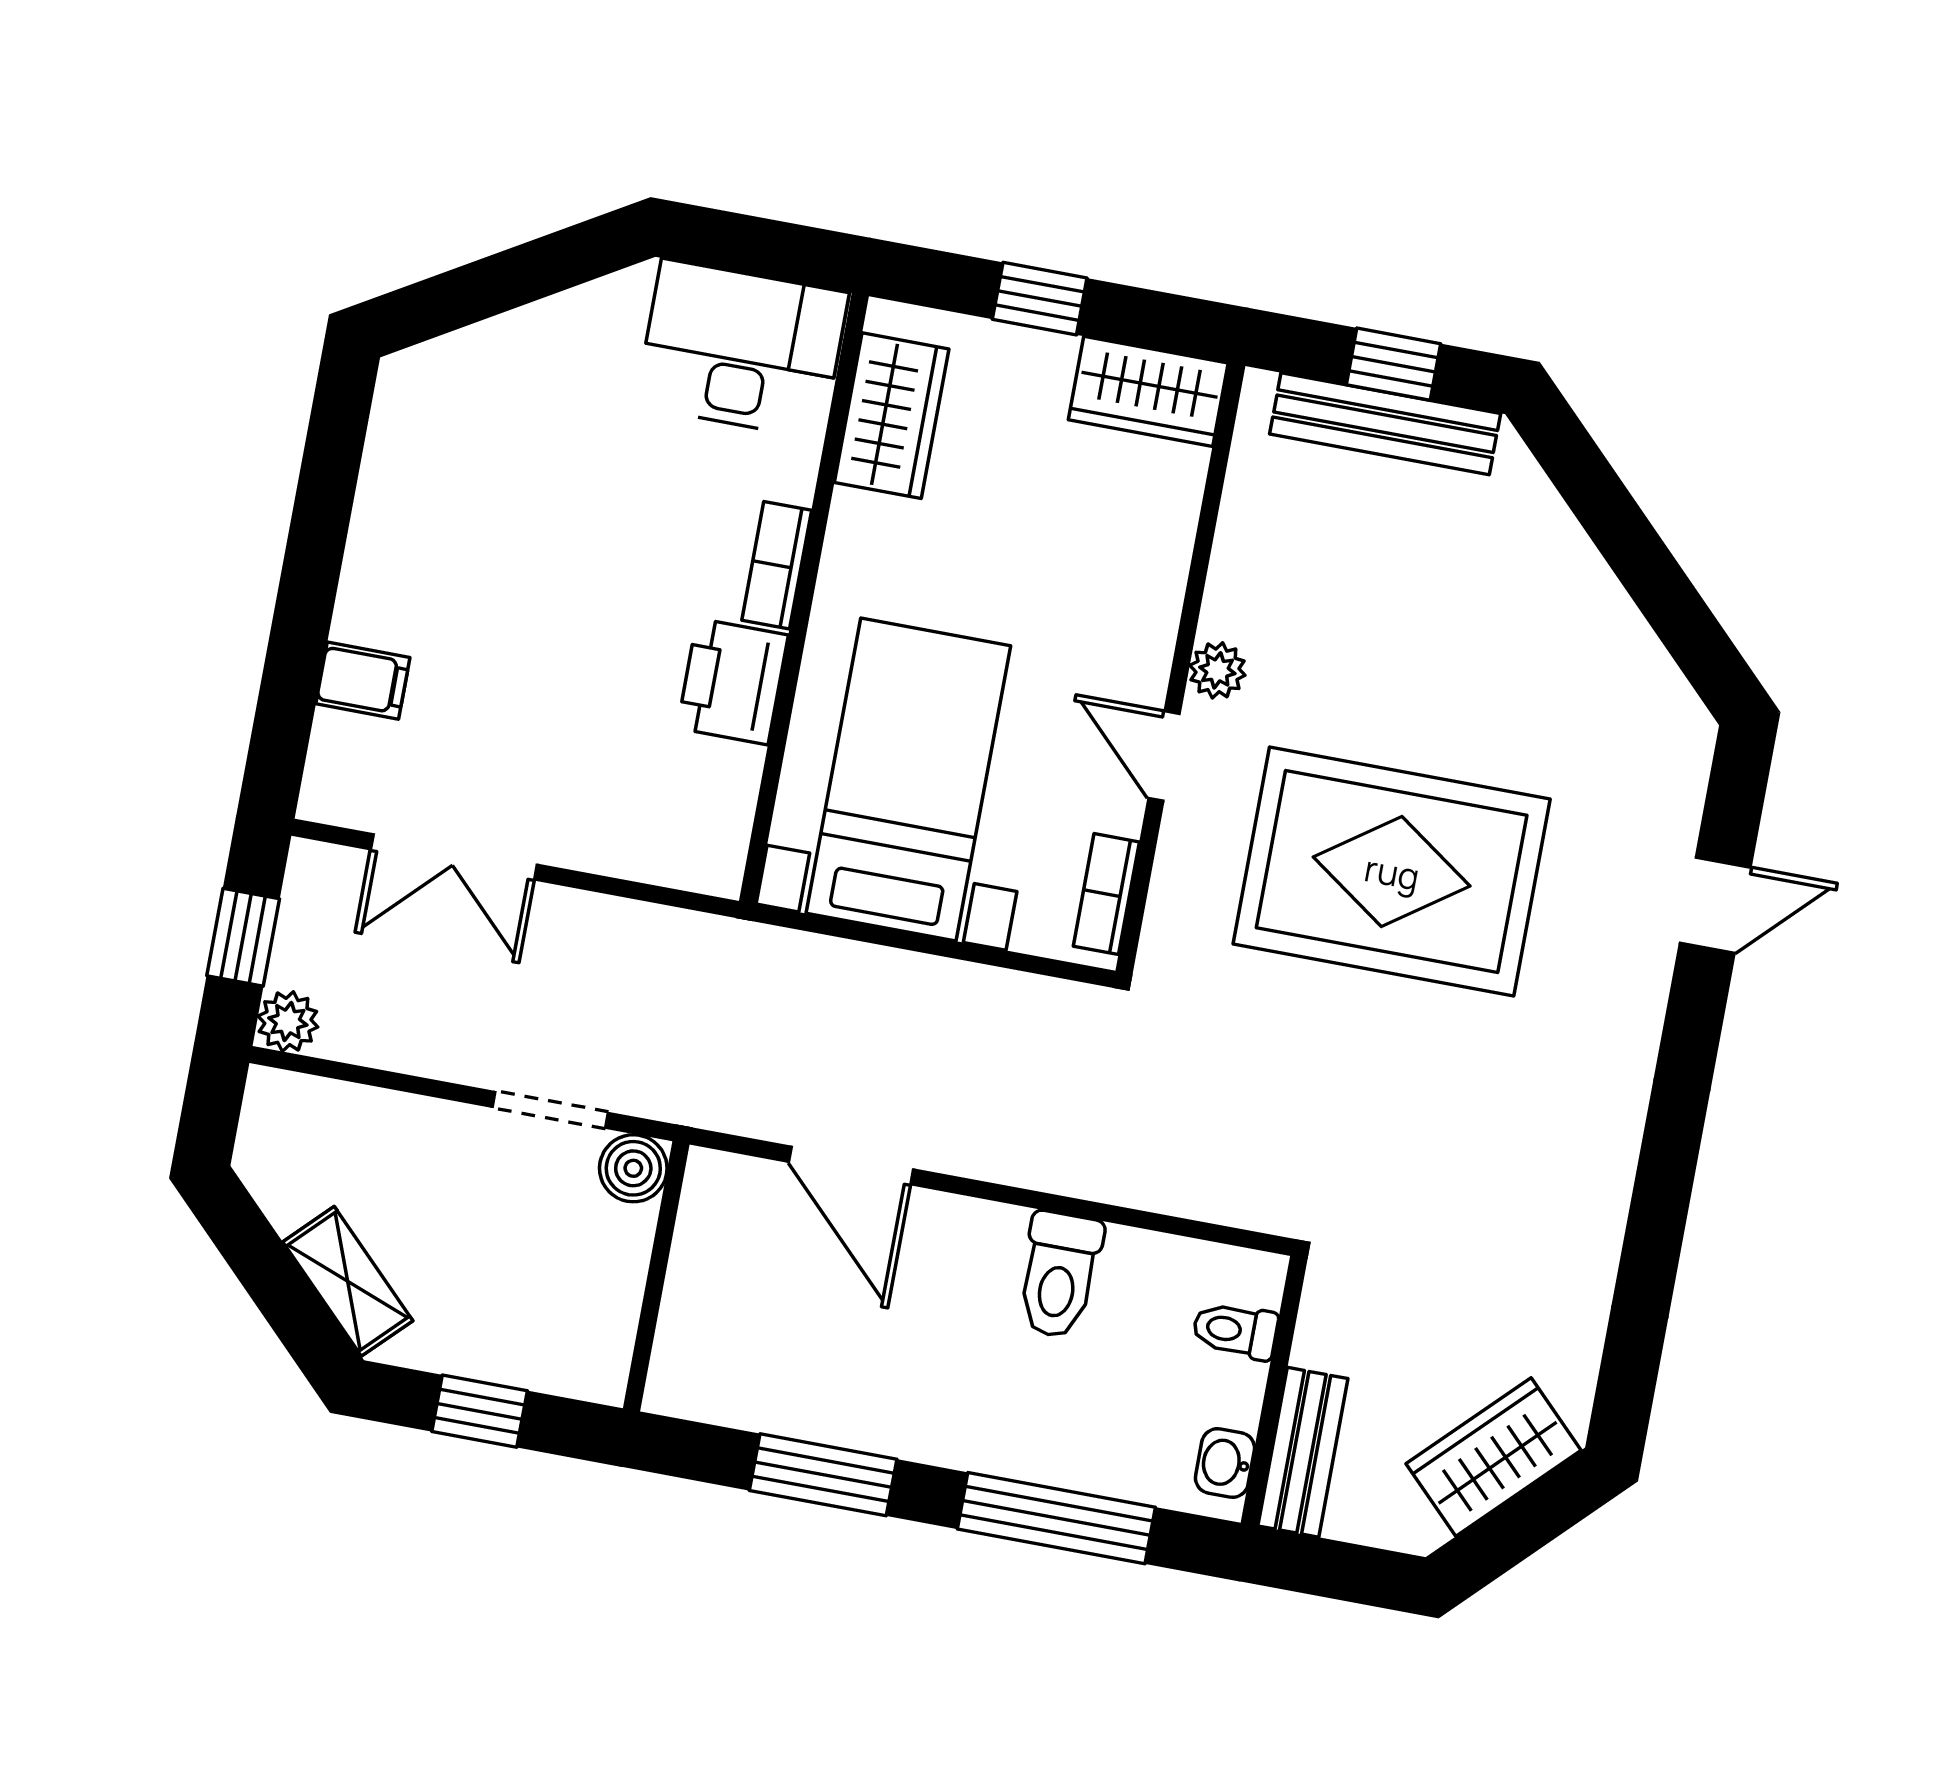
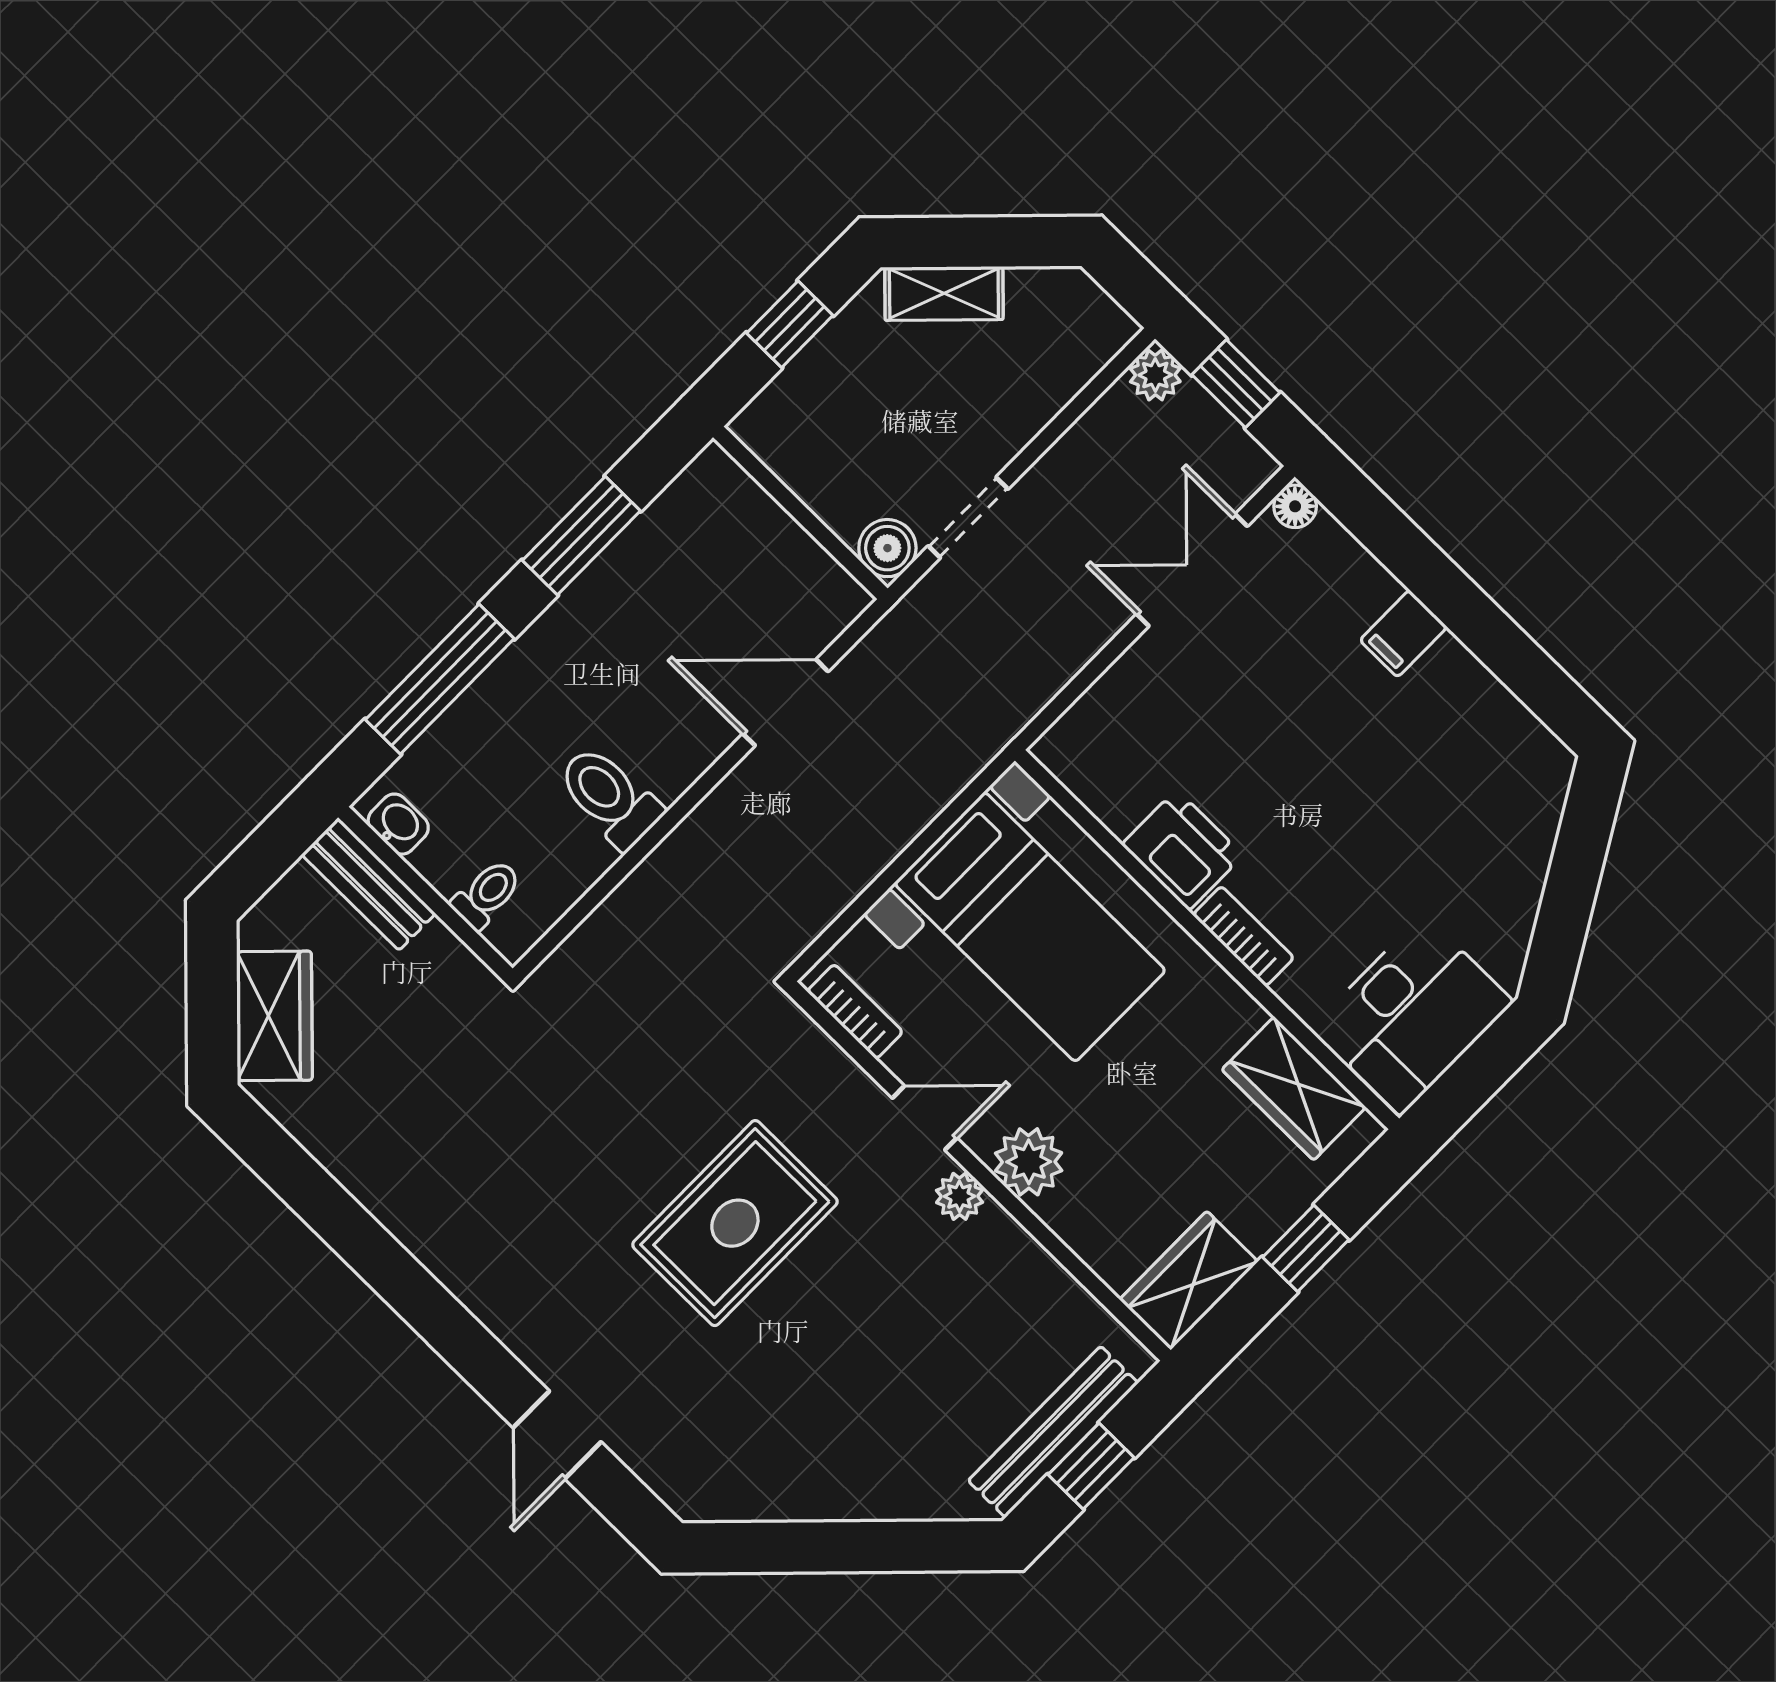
plant: (1138, 626) -> (1029, 1162), added
filing cabinet: (363, 681) -> (1403, 634), moved
floor lamp: (324, 799) -> (1295, 506), added
rug: (1392, 872) -> (735, 1223), width x0.73, depth x0.69

